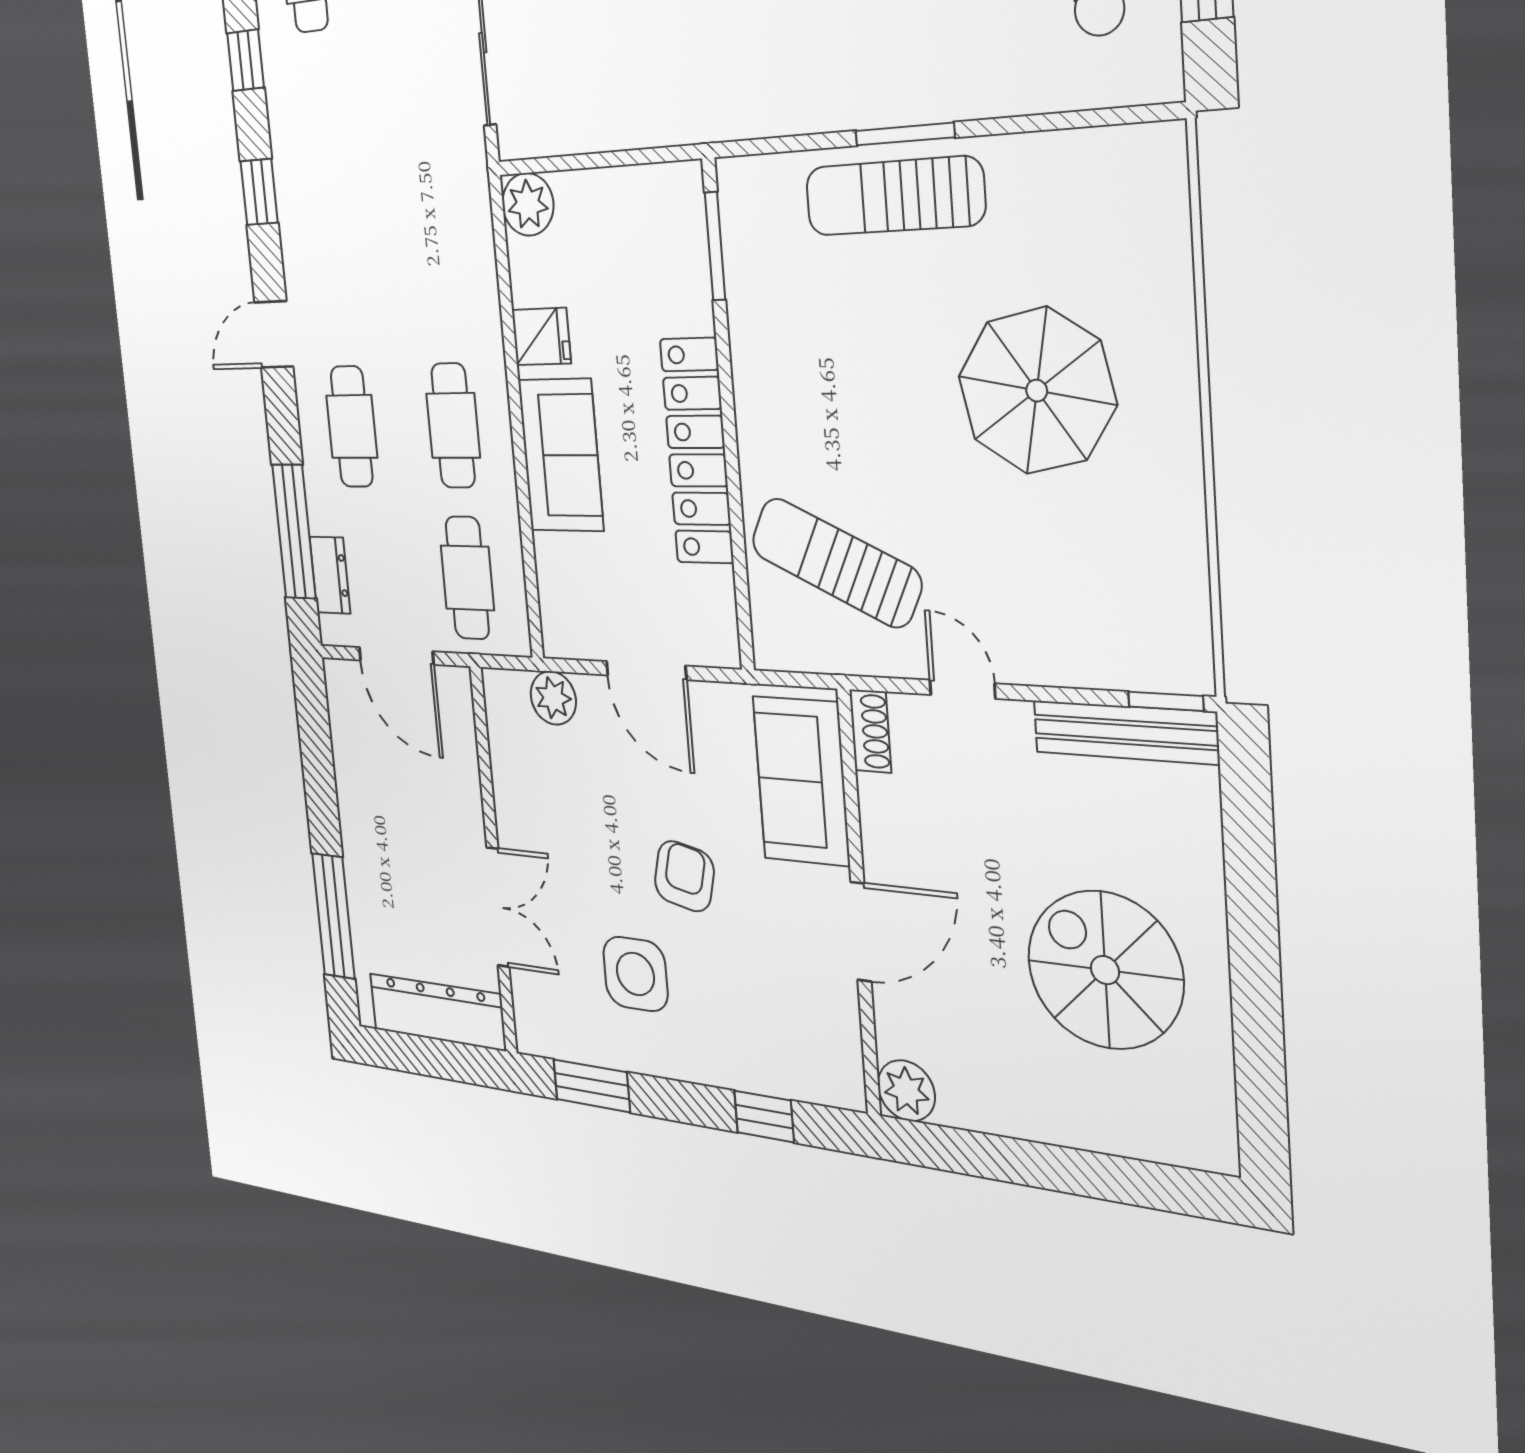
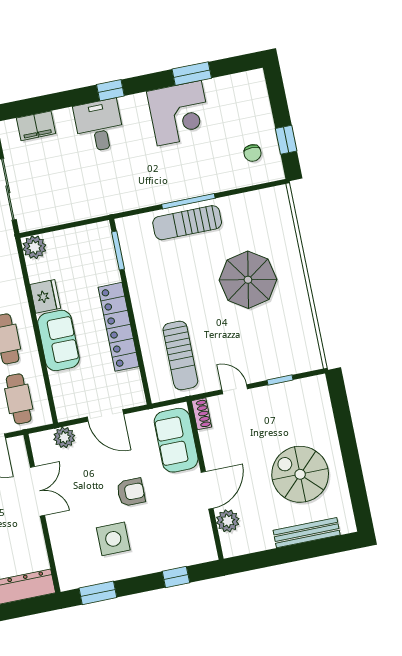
window: (905, 134) -> (188, 201), width x1.44
fridge: (541, 337) -> (45, 296), width x1.38
sun lounger: (836, 563) -> (180, 355), turned -115
window: (1166, 701) -> (280, 380), moved
bench: (1125, 732) -> (307, 533), moved
armchair: (684, 876) -> (131, 492), turned 77
double door: (498, 907) -> (37, 491), moved
plant: (906, 1091) -> (228, 521), moved

